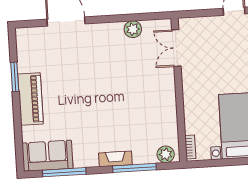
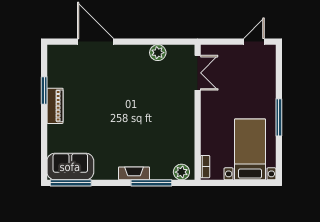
double door: (176, 48) -> (198, 73), swing flipped
piano: (30, 99) -> (55, 106), width x0.73, depth x0.75
window: (64, 172) -> (71, 183), moved

